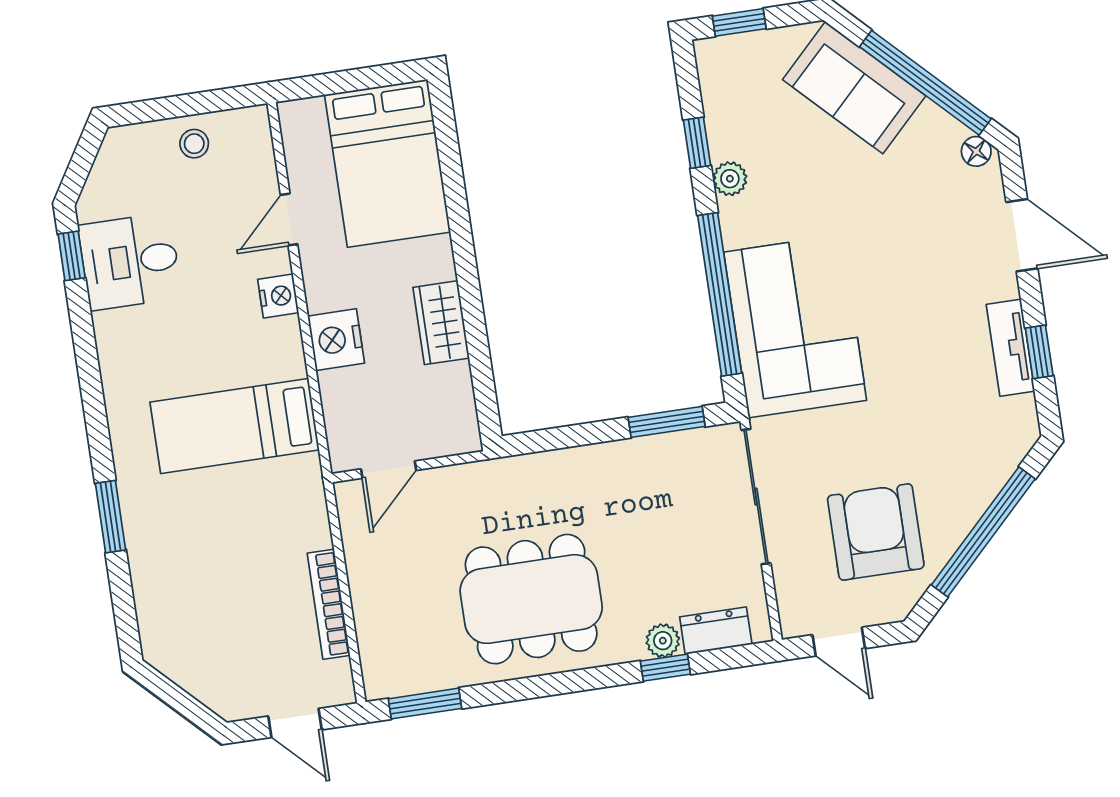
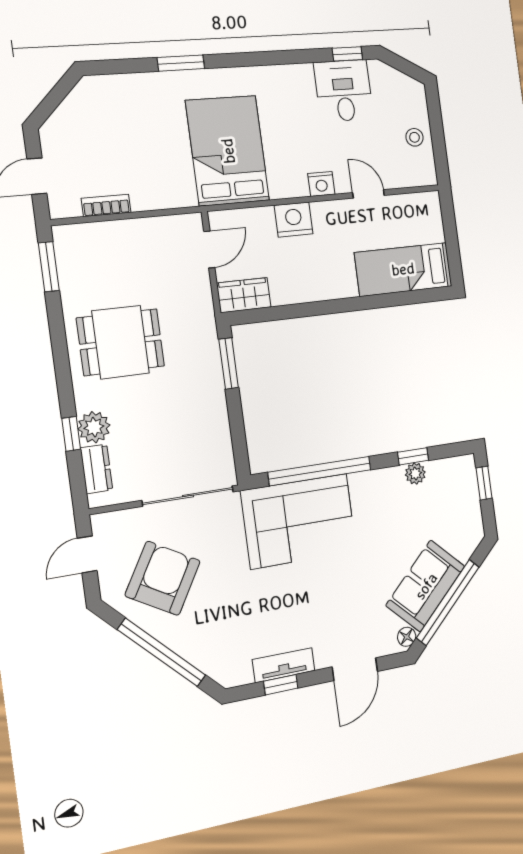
sofa: (854, 88) -> (426, 586), moved
bed: (388, 163) -> (403, 269), width x0.67
plant: (730, 179) -> (415, 474), moved
wardrobe: (441, 323) -> (244, 295), moved
window: (667, 422) -> (229, 363), moved
bed: (235, 426) -> (228, 151), width x1.50
door: (389, 470) -> (209, 249), swing flipped
armchair: (876, 532) -> (163, 578), turned -60
dining table: (531, 599) -> (121, 342), width x0.73
bookcase: (329, 604) -> (106, 205), width x0.64
plant: (663, 641) -> (94, 427), width x1.38, depth x1.38

